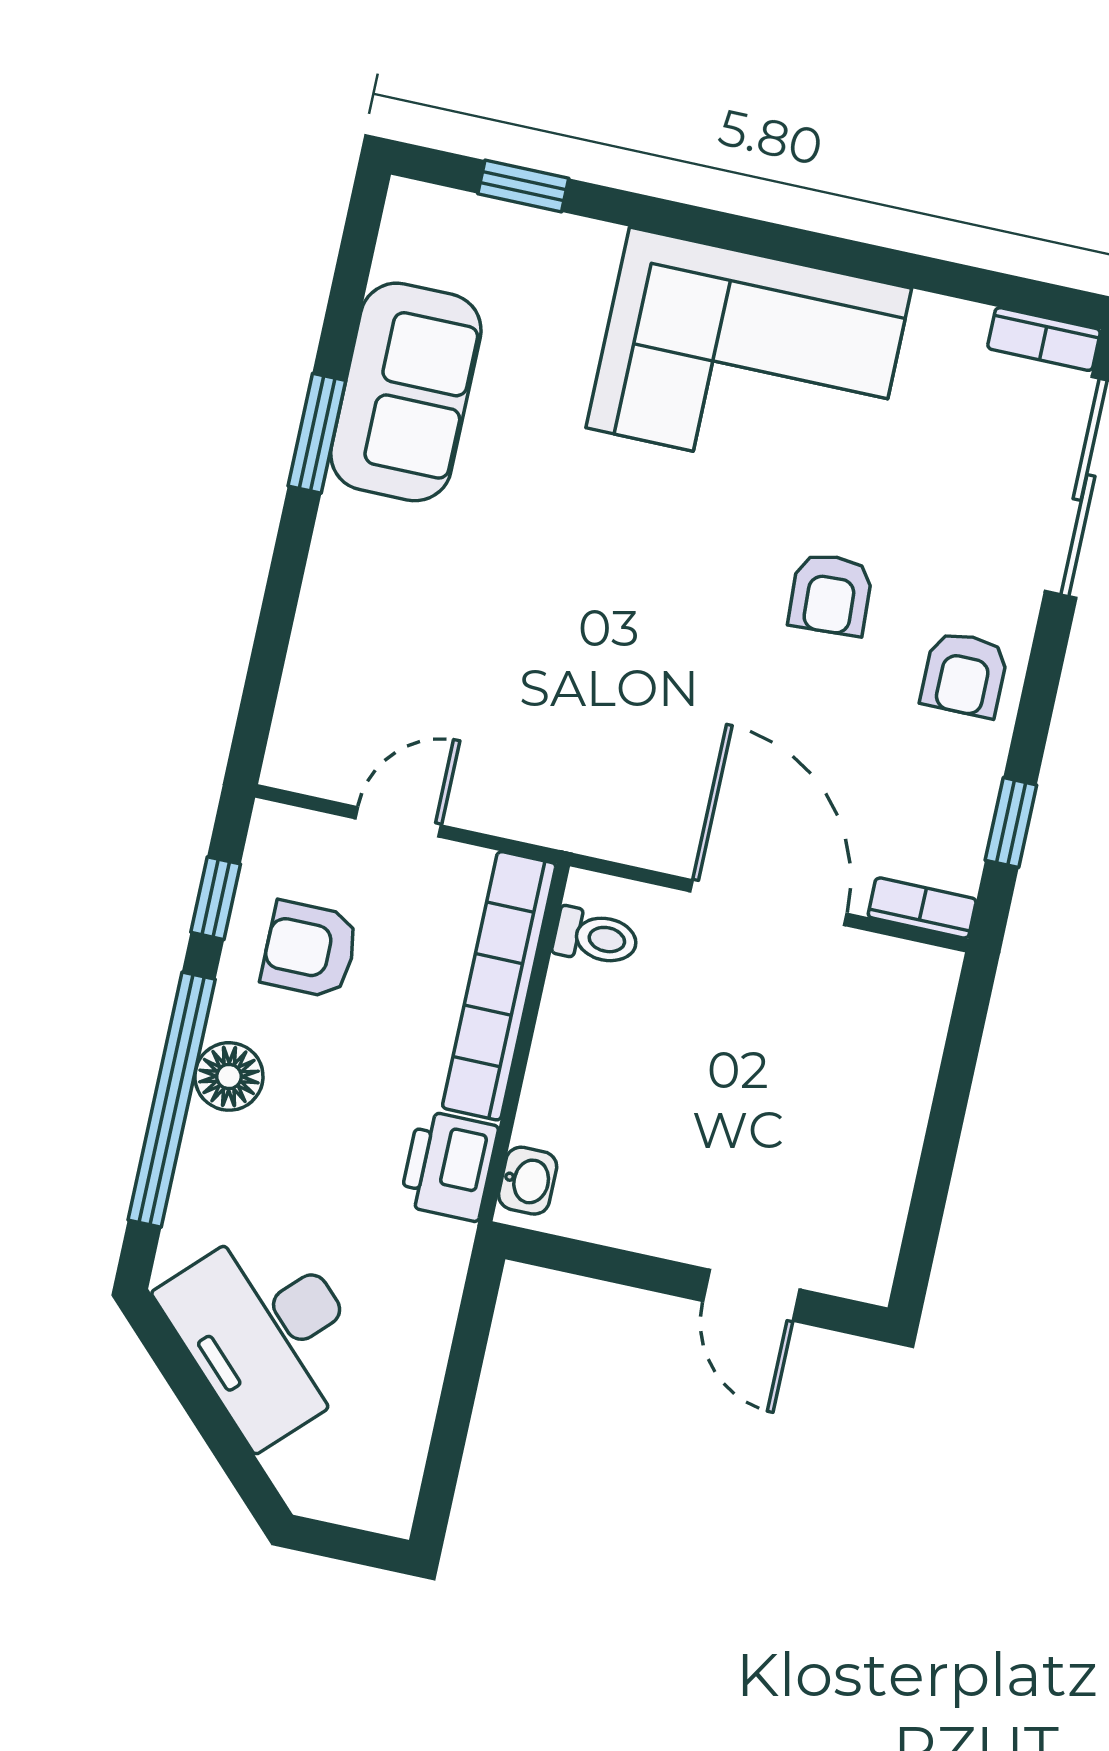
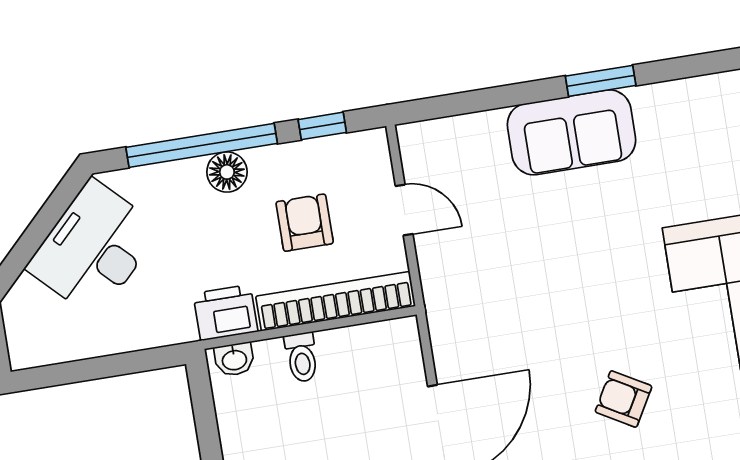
sofa: (406, 392) -> (572, 132), moved
armchair: (831, 594) -> (624, 399), turned 33
toilet: (596, 937) -> (302, 357), moved
armchair: (310, 950) -> (305, 223), moved

